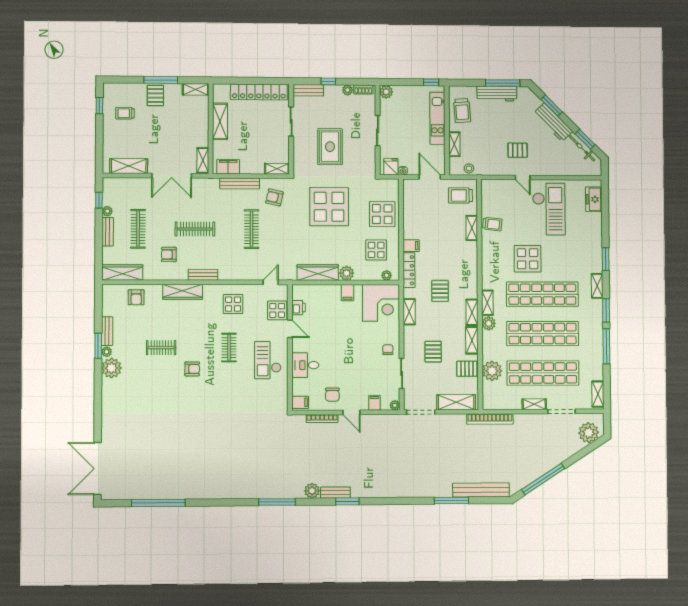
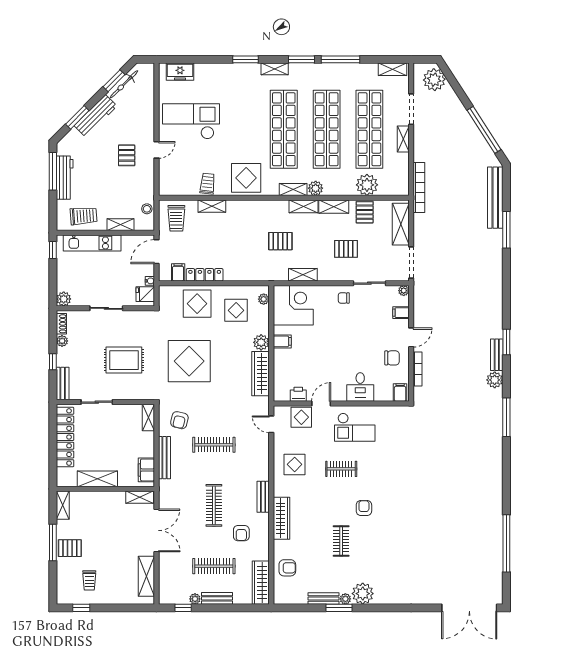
filing cabinet: (411, 246) -> (178, 272), moved
display table: (528, 259) -> (246, 178), moved
locker: (409, 270) -> (205, 275), moved

